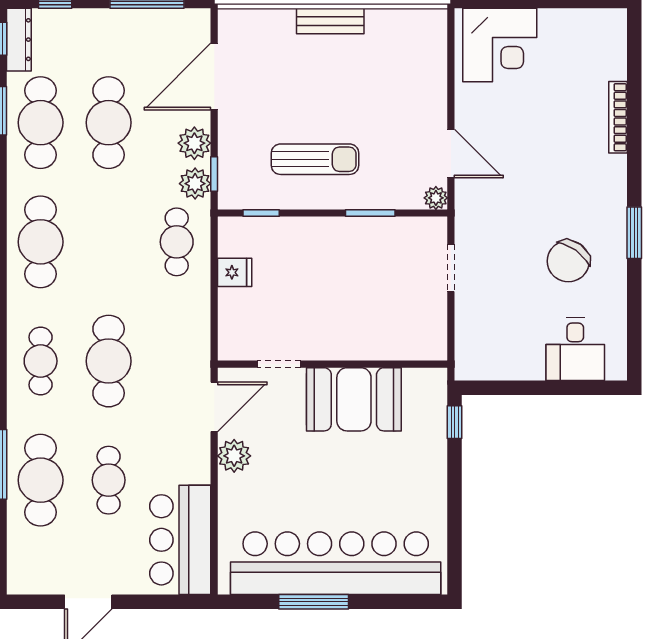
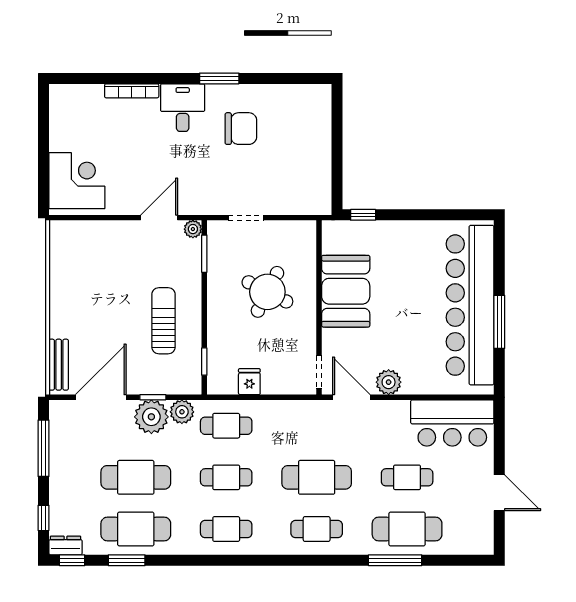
bench: (330, 21) -> (59, 365), moved
dresser: (19, 40) -> (65, 545), width x0.70
door: (214, 77) -> (101, 397), swing flipped
plant: (194, 143) -> (151, 417), width x1.36, depth x1.36
window: (214, 174) -> (153, 397), moved
window: (370, 213) -> (204, 254), moved
cafe table: (41, 242) -> (226, 529), width x0.73, depth x0.74
cafe table: (109, 242) -> (226, 477), added
chair: (568, 261) -> (241, 129), turned -36
round table: (353, 296) -> (267, 292), added
desk: (575, 349) -> (183, 108), moved, turned -90
doorway: (279, 364) -> (319, 372), moved

